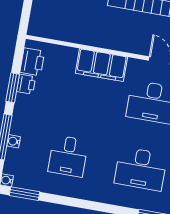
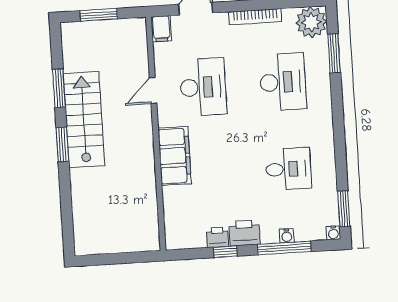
printer: (32, 62) -> (245, 233), moved
window: (13, 88) -> (225, 252), width x0.67

